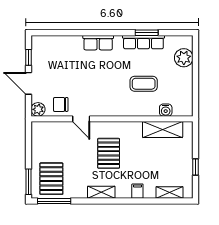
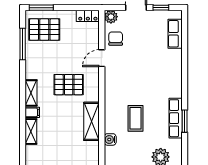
row of seats: (98, 43) -> (175, 34), moved
shelving: (163, 129) -> (92, 121), moved
locker: (37, 133) -> (88, 16), added
shelving: (101, 192) -> (31, 93), moved
shelving: (169, 192) -> (31, 131), moved
window: (54, 201) -> (23, 44), moved

